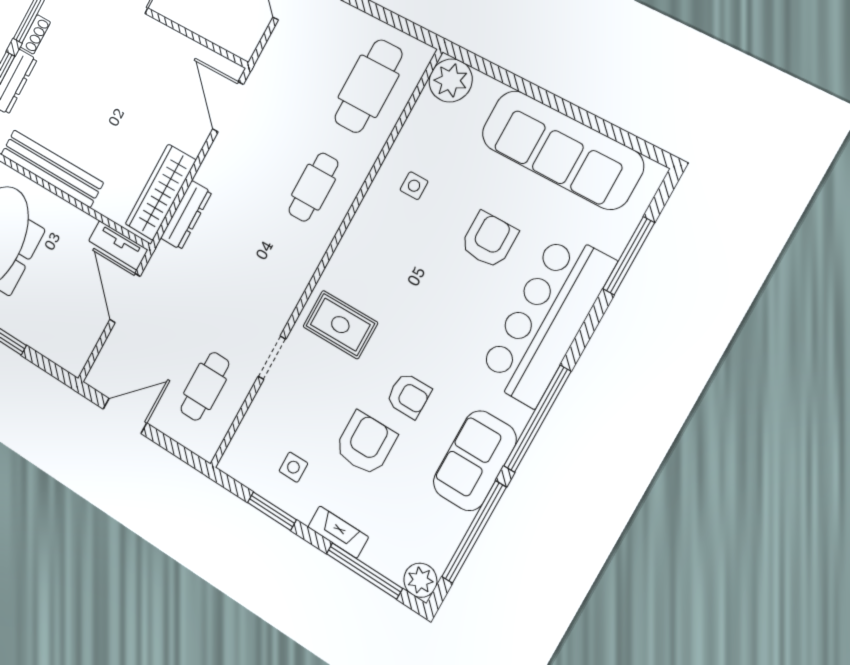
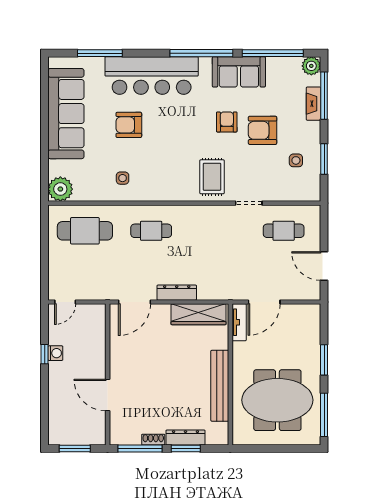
dresser: (186, 215) -> (177, 293), moved
fireplace: (338, 532) -> (313, 104), moved

